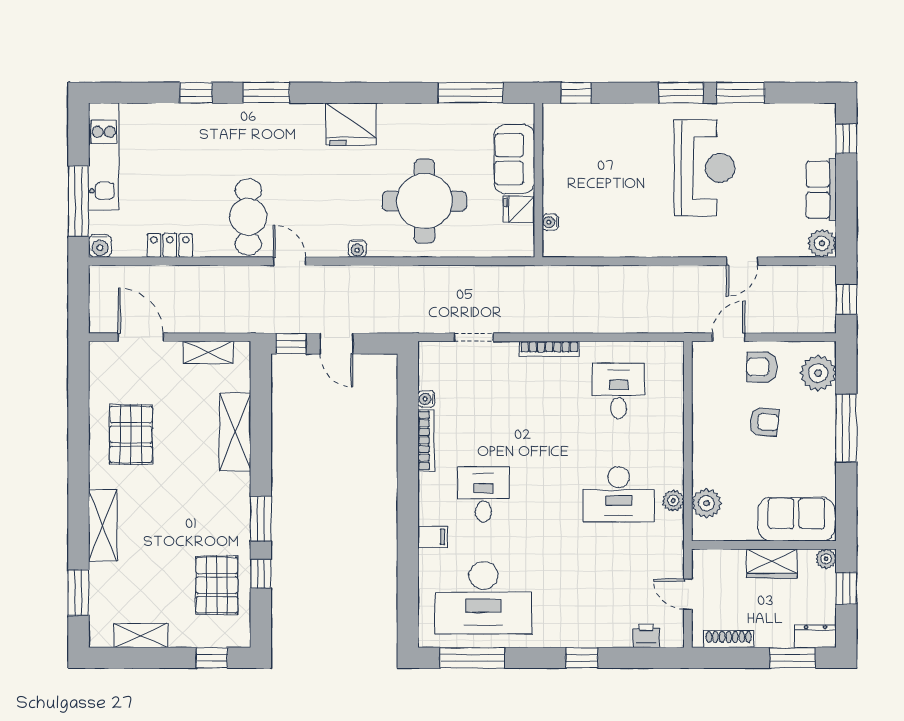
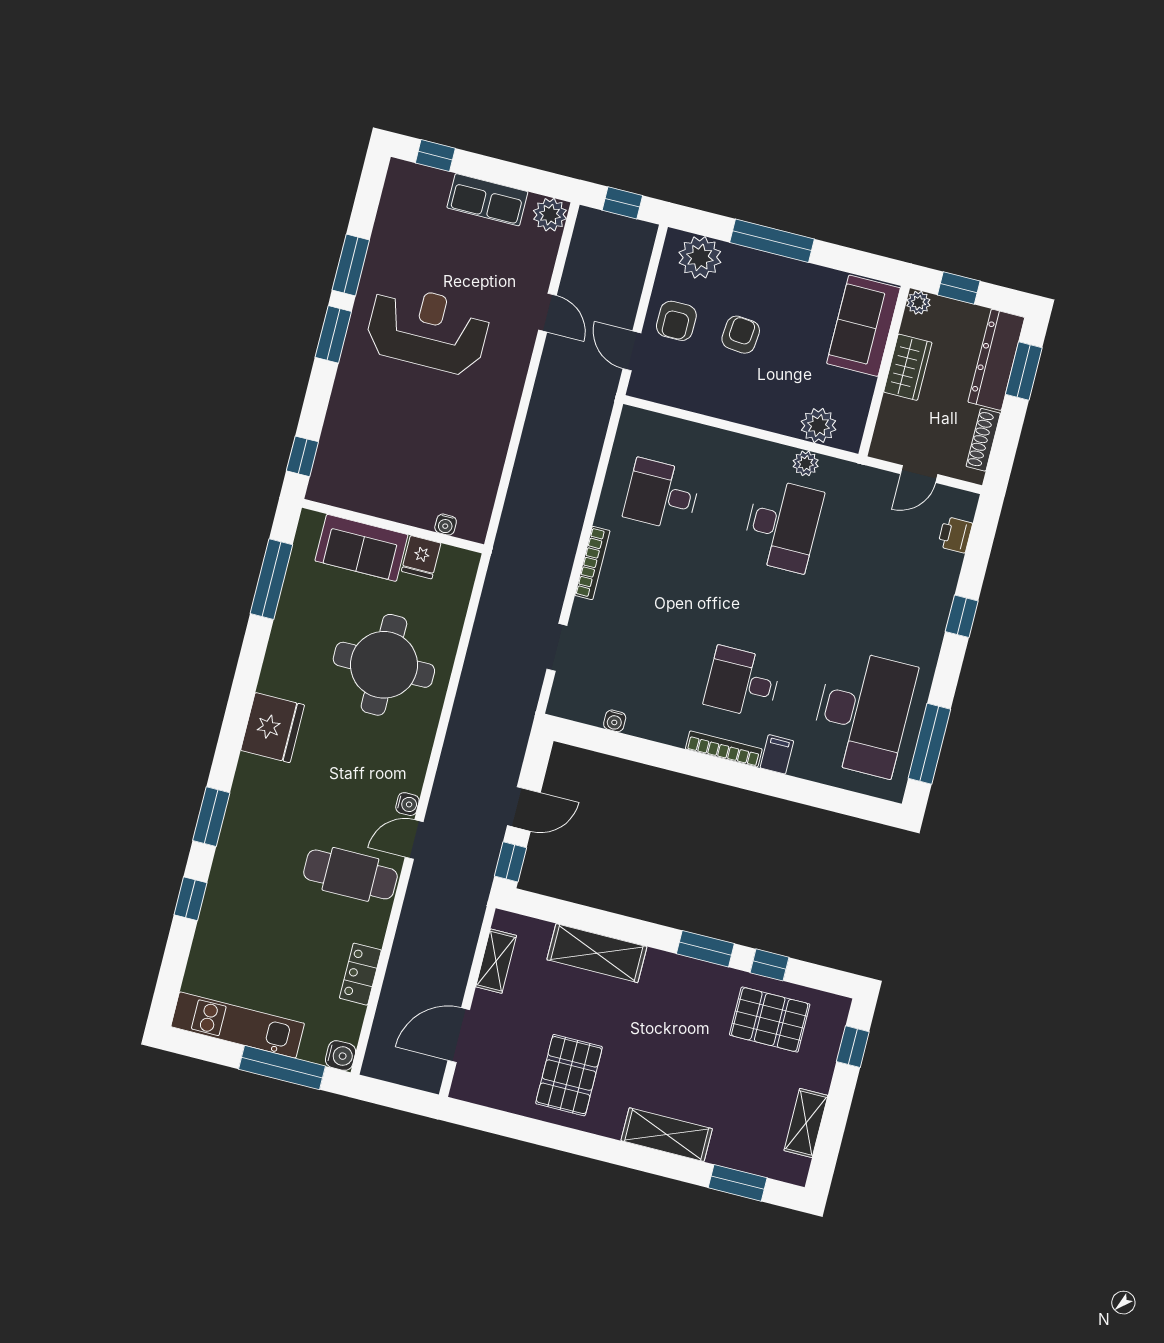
water cooler: (357, 249) -> (407, 804), moved
pallet: (131, 434) -> (569, 1075), turned 90
bookcase: (426, 440) -> (724, 749), moved
dresser: (816, 636) -> (996, 360), width x1.96, depth x1.24

